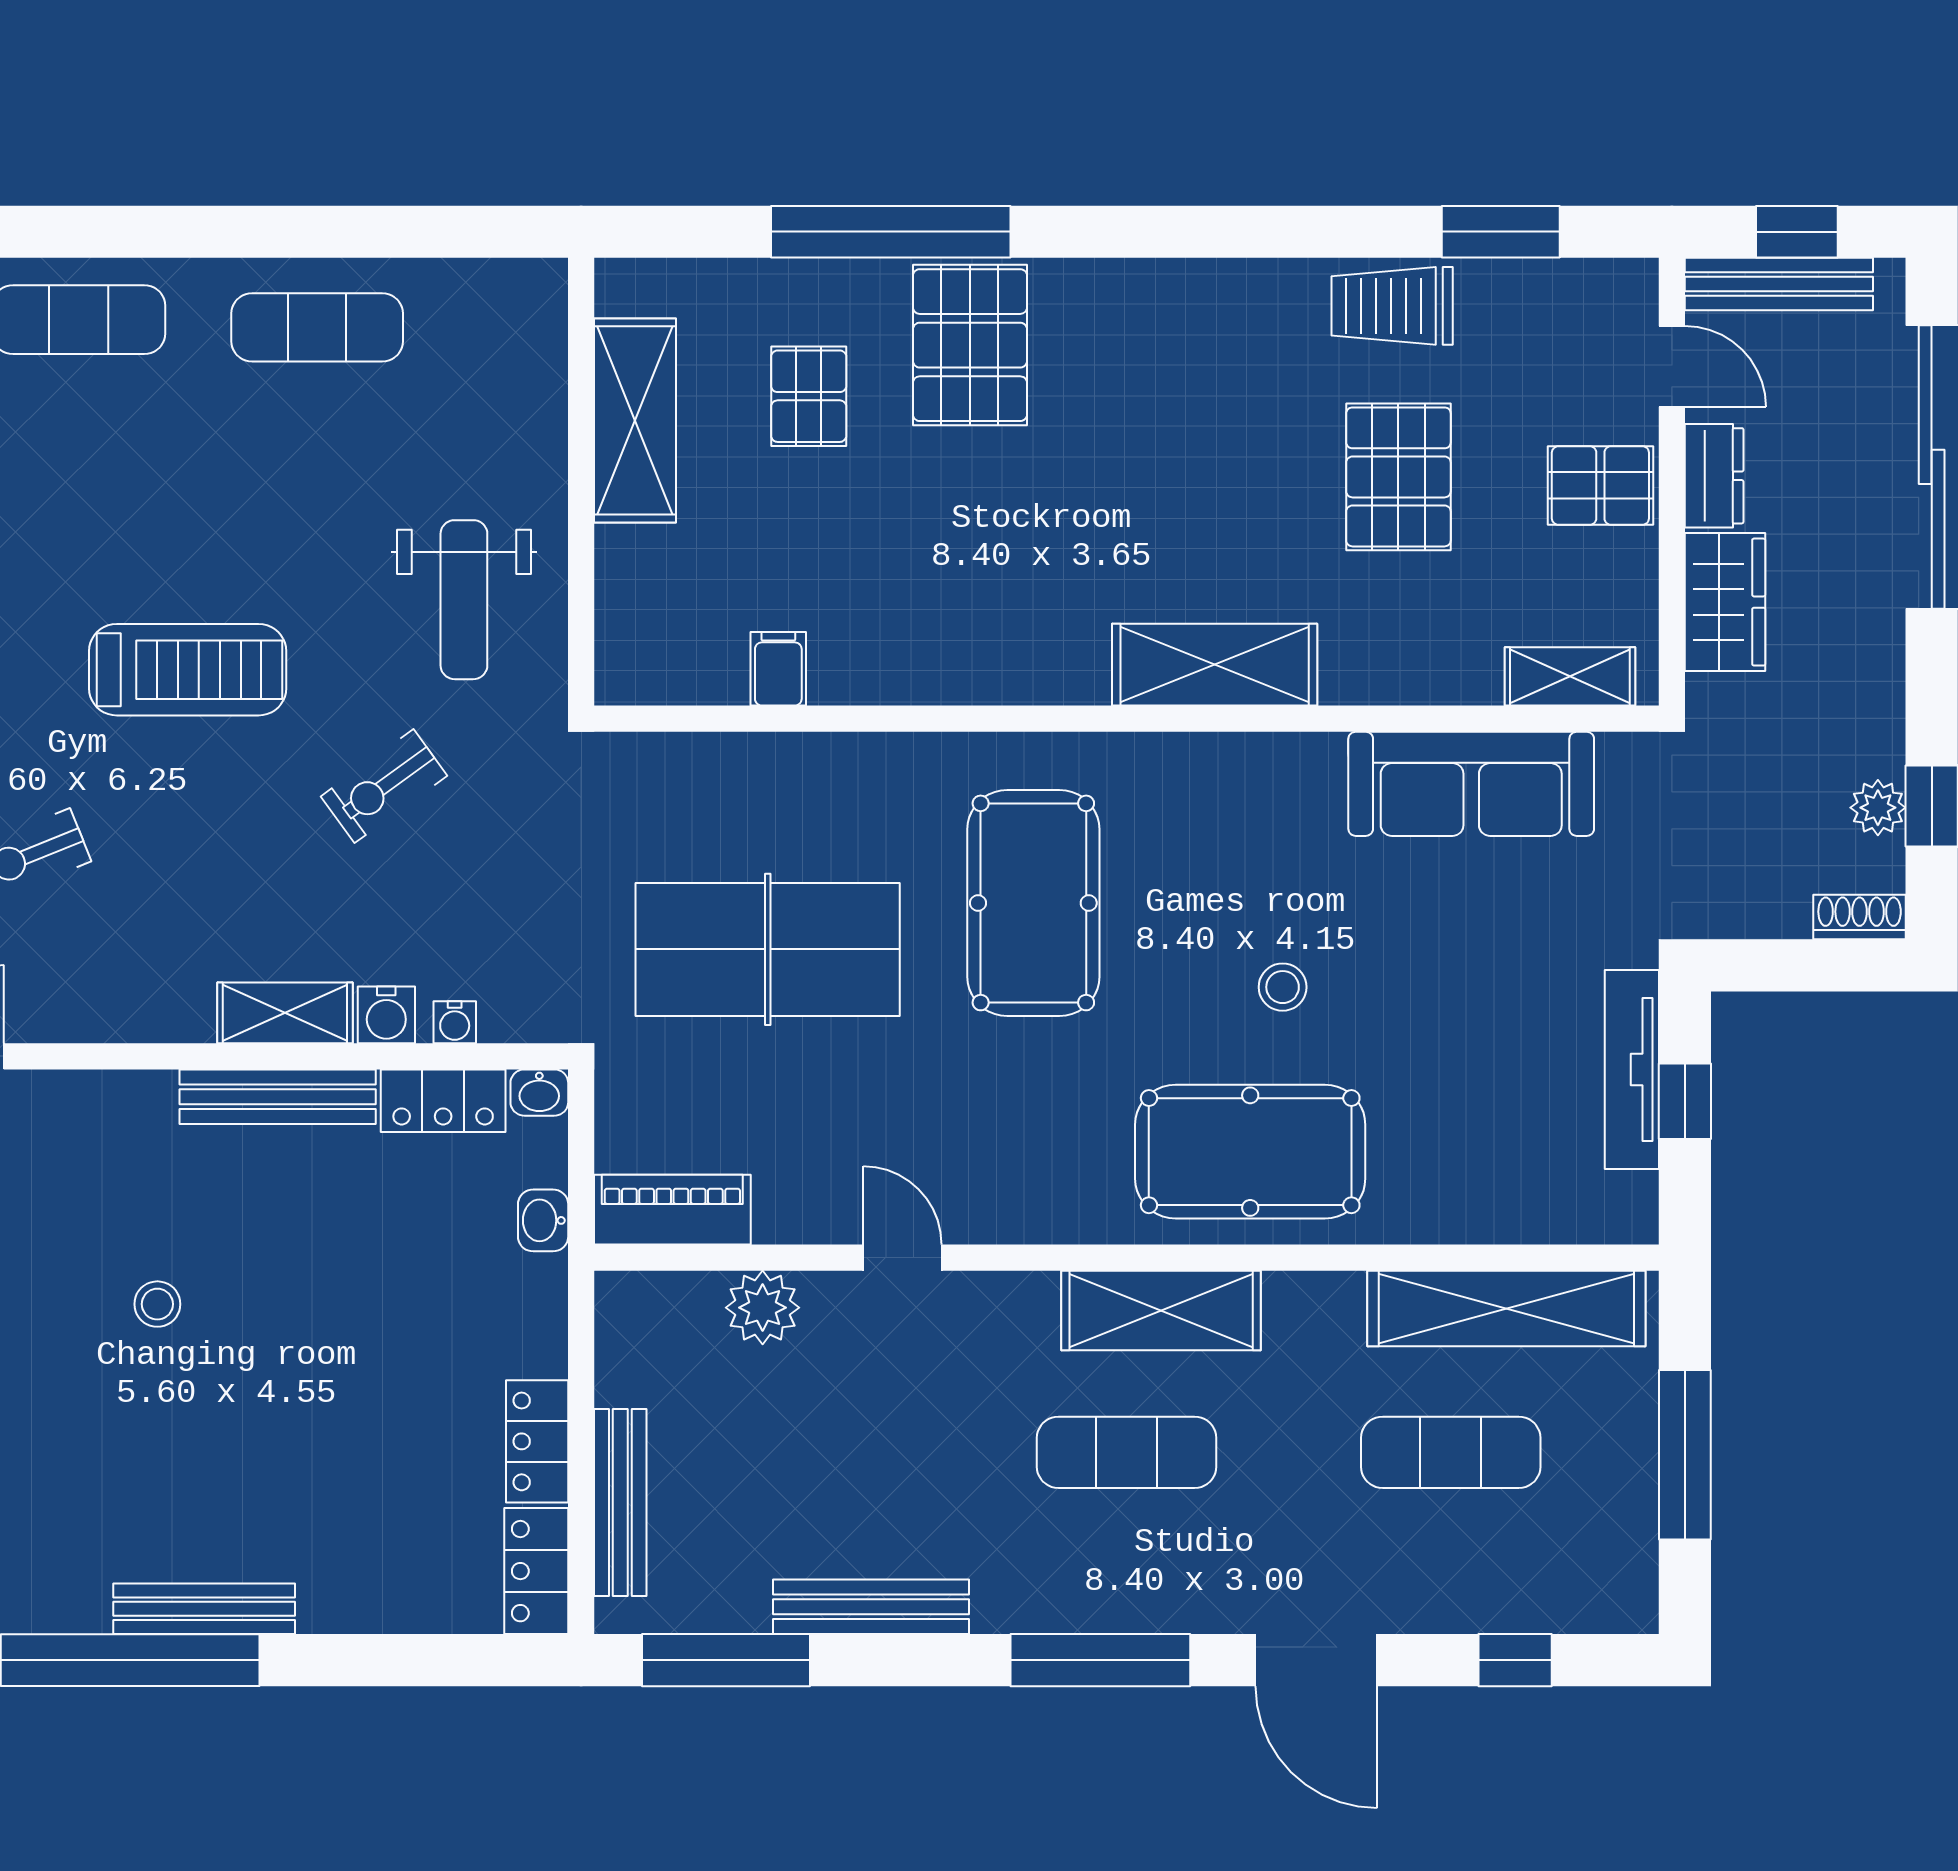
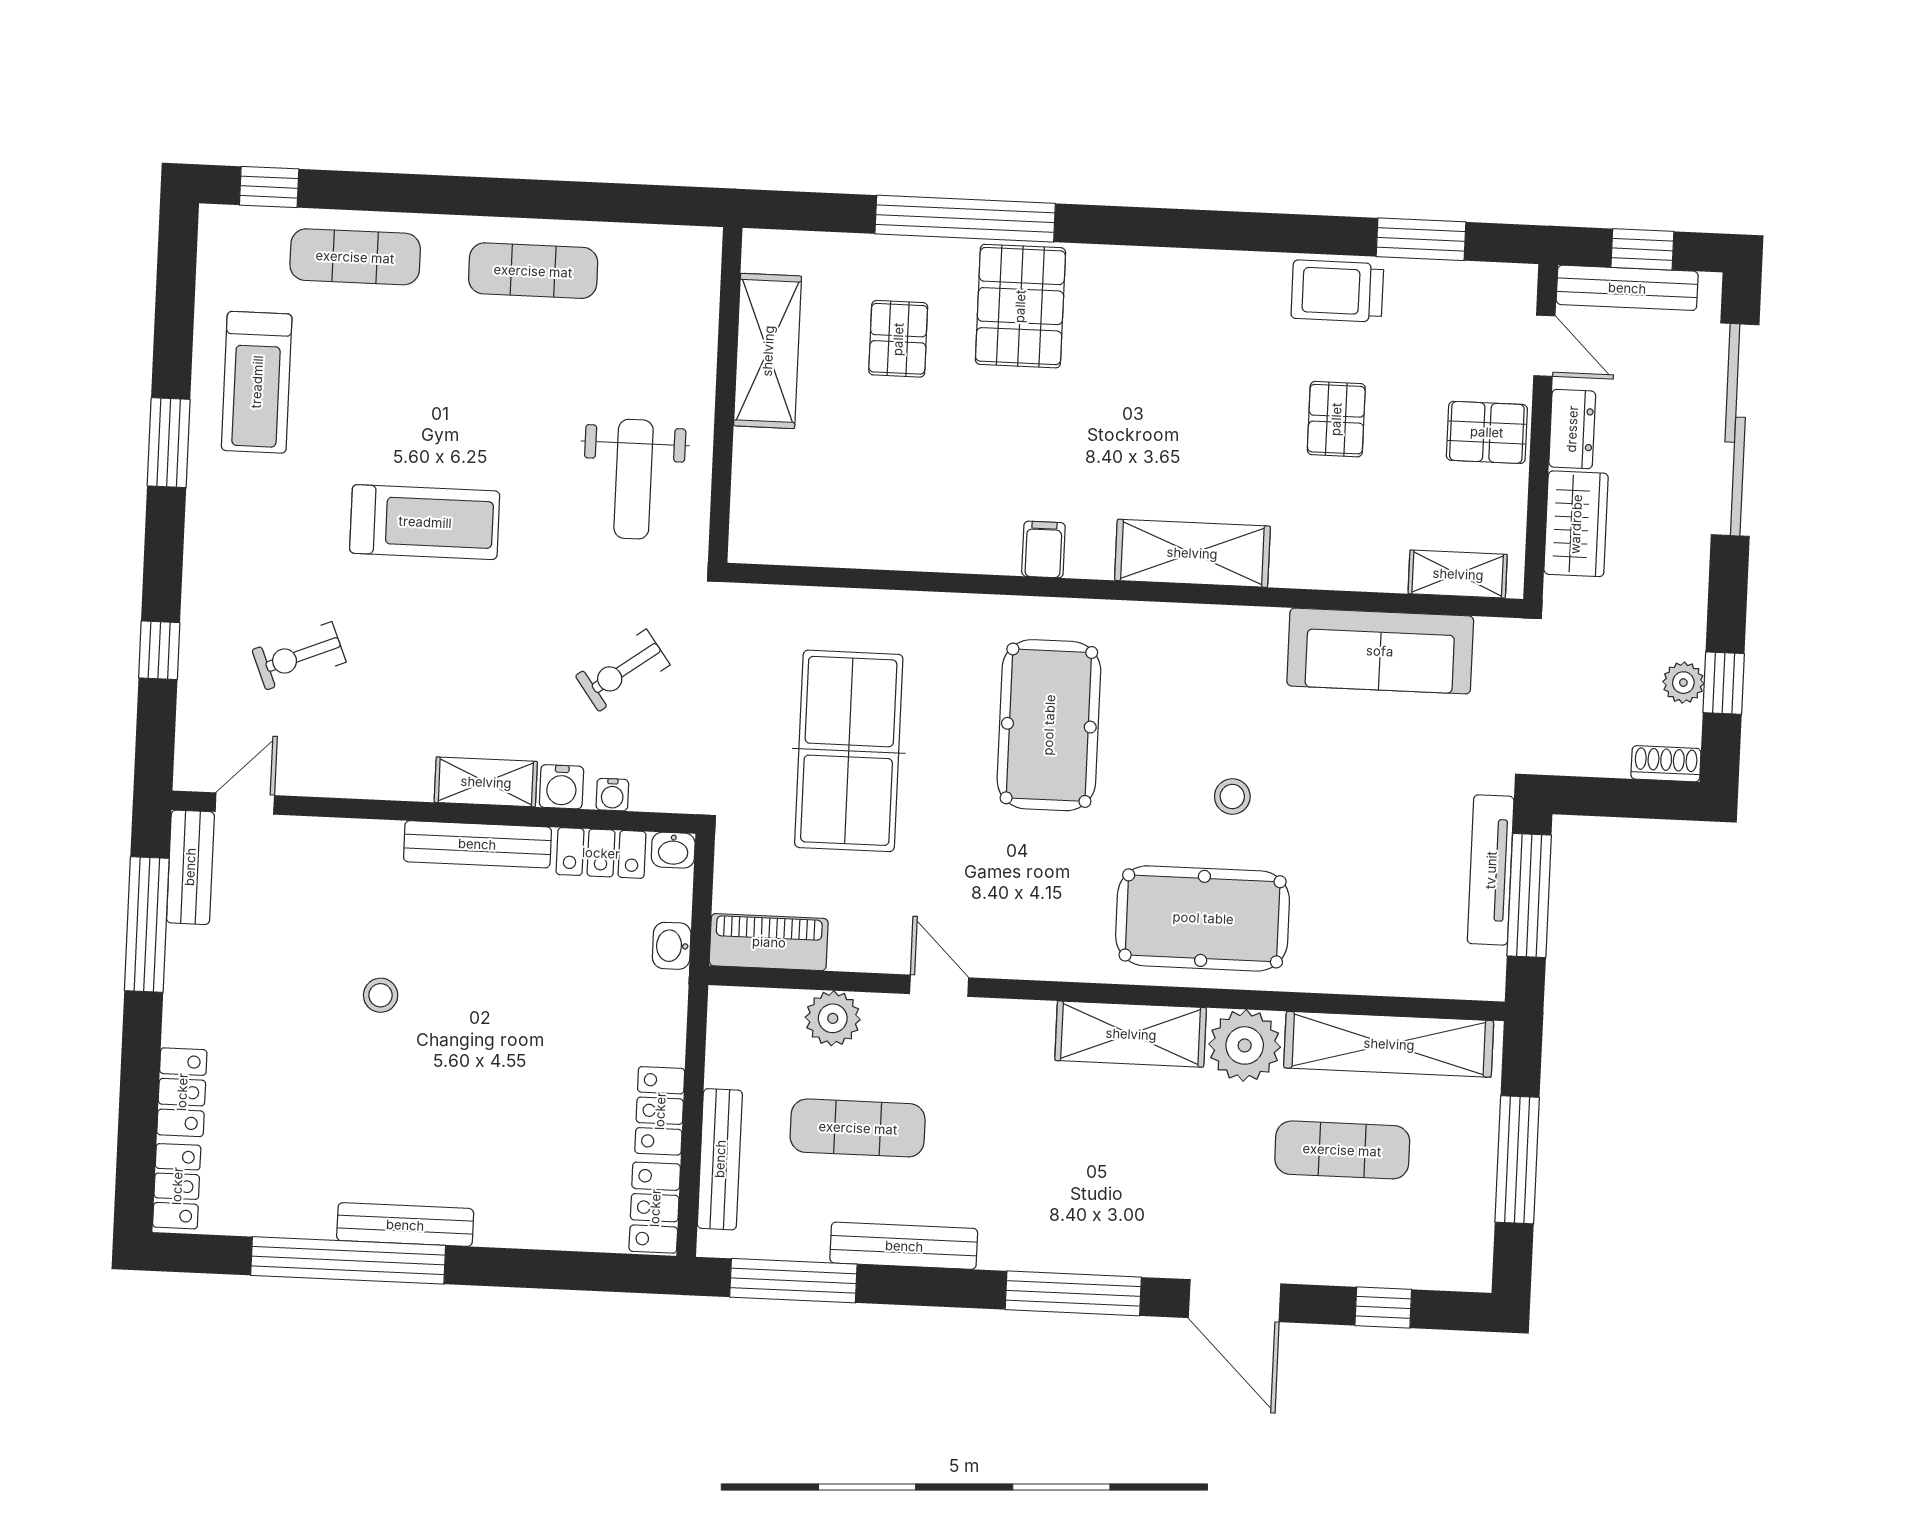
pallet: (1398, 477) -> (1336, 419), width x0.67, depth x0.71
filing cabinet: (778, 669) -> (1043, 550), moved
exercise bike: (384, 786) -> (623, 670), moved
table tennis table: (768, 949) -> (849, 751), turned 90
window: (1685, 1101) -> (1529, 895), width x2.17
plant: (1314, 1319) -> (1245, 1045), added
exercise mat: (1127, 1452) -> (858, 1128), moved

